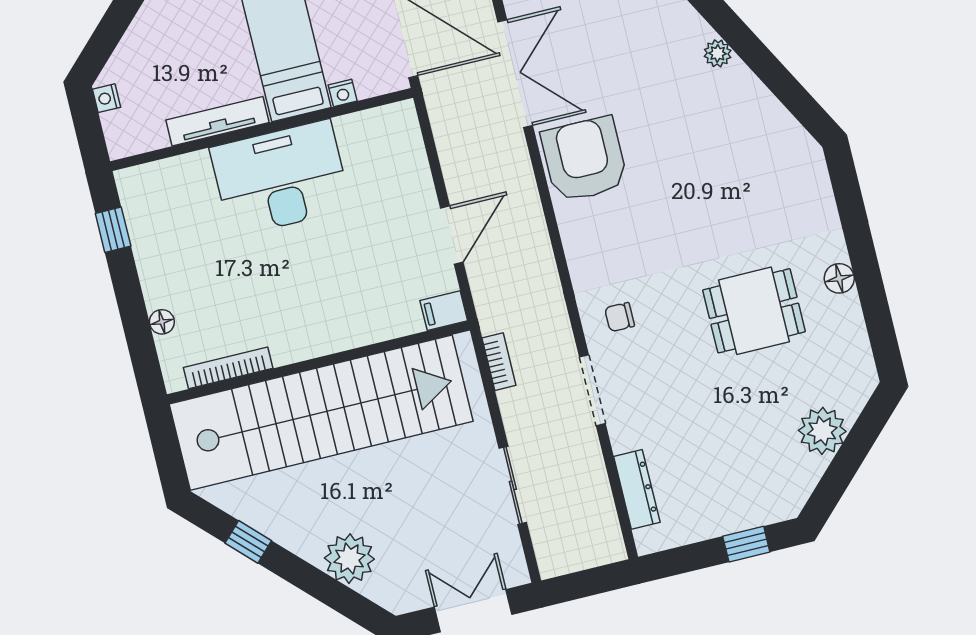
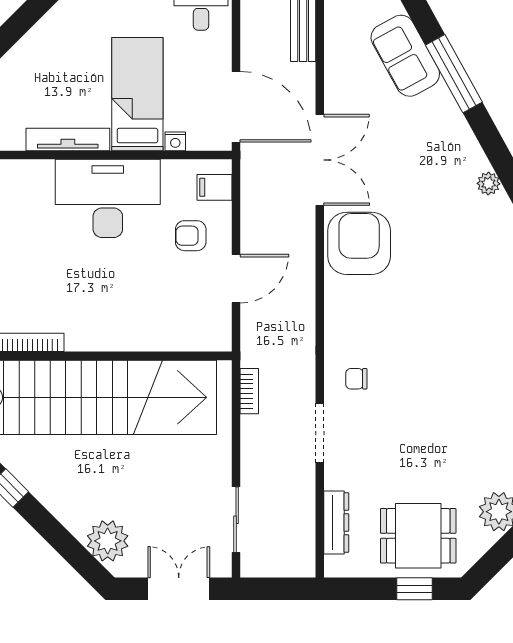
armchair: (387, 198) -> (191, 236), added
filing cabinet: (444, 311) -> (214, 187), moved
dining table: (754, 311) -> (418, 536), moved
sliding door: (513, 485) -> (236, 520), moved
plant: (349, 559) -> (108, 541), moved

